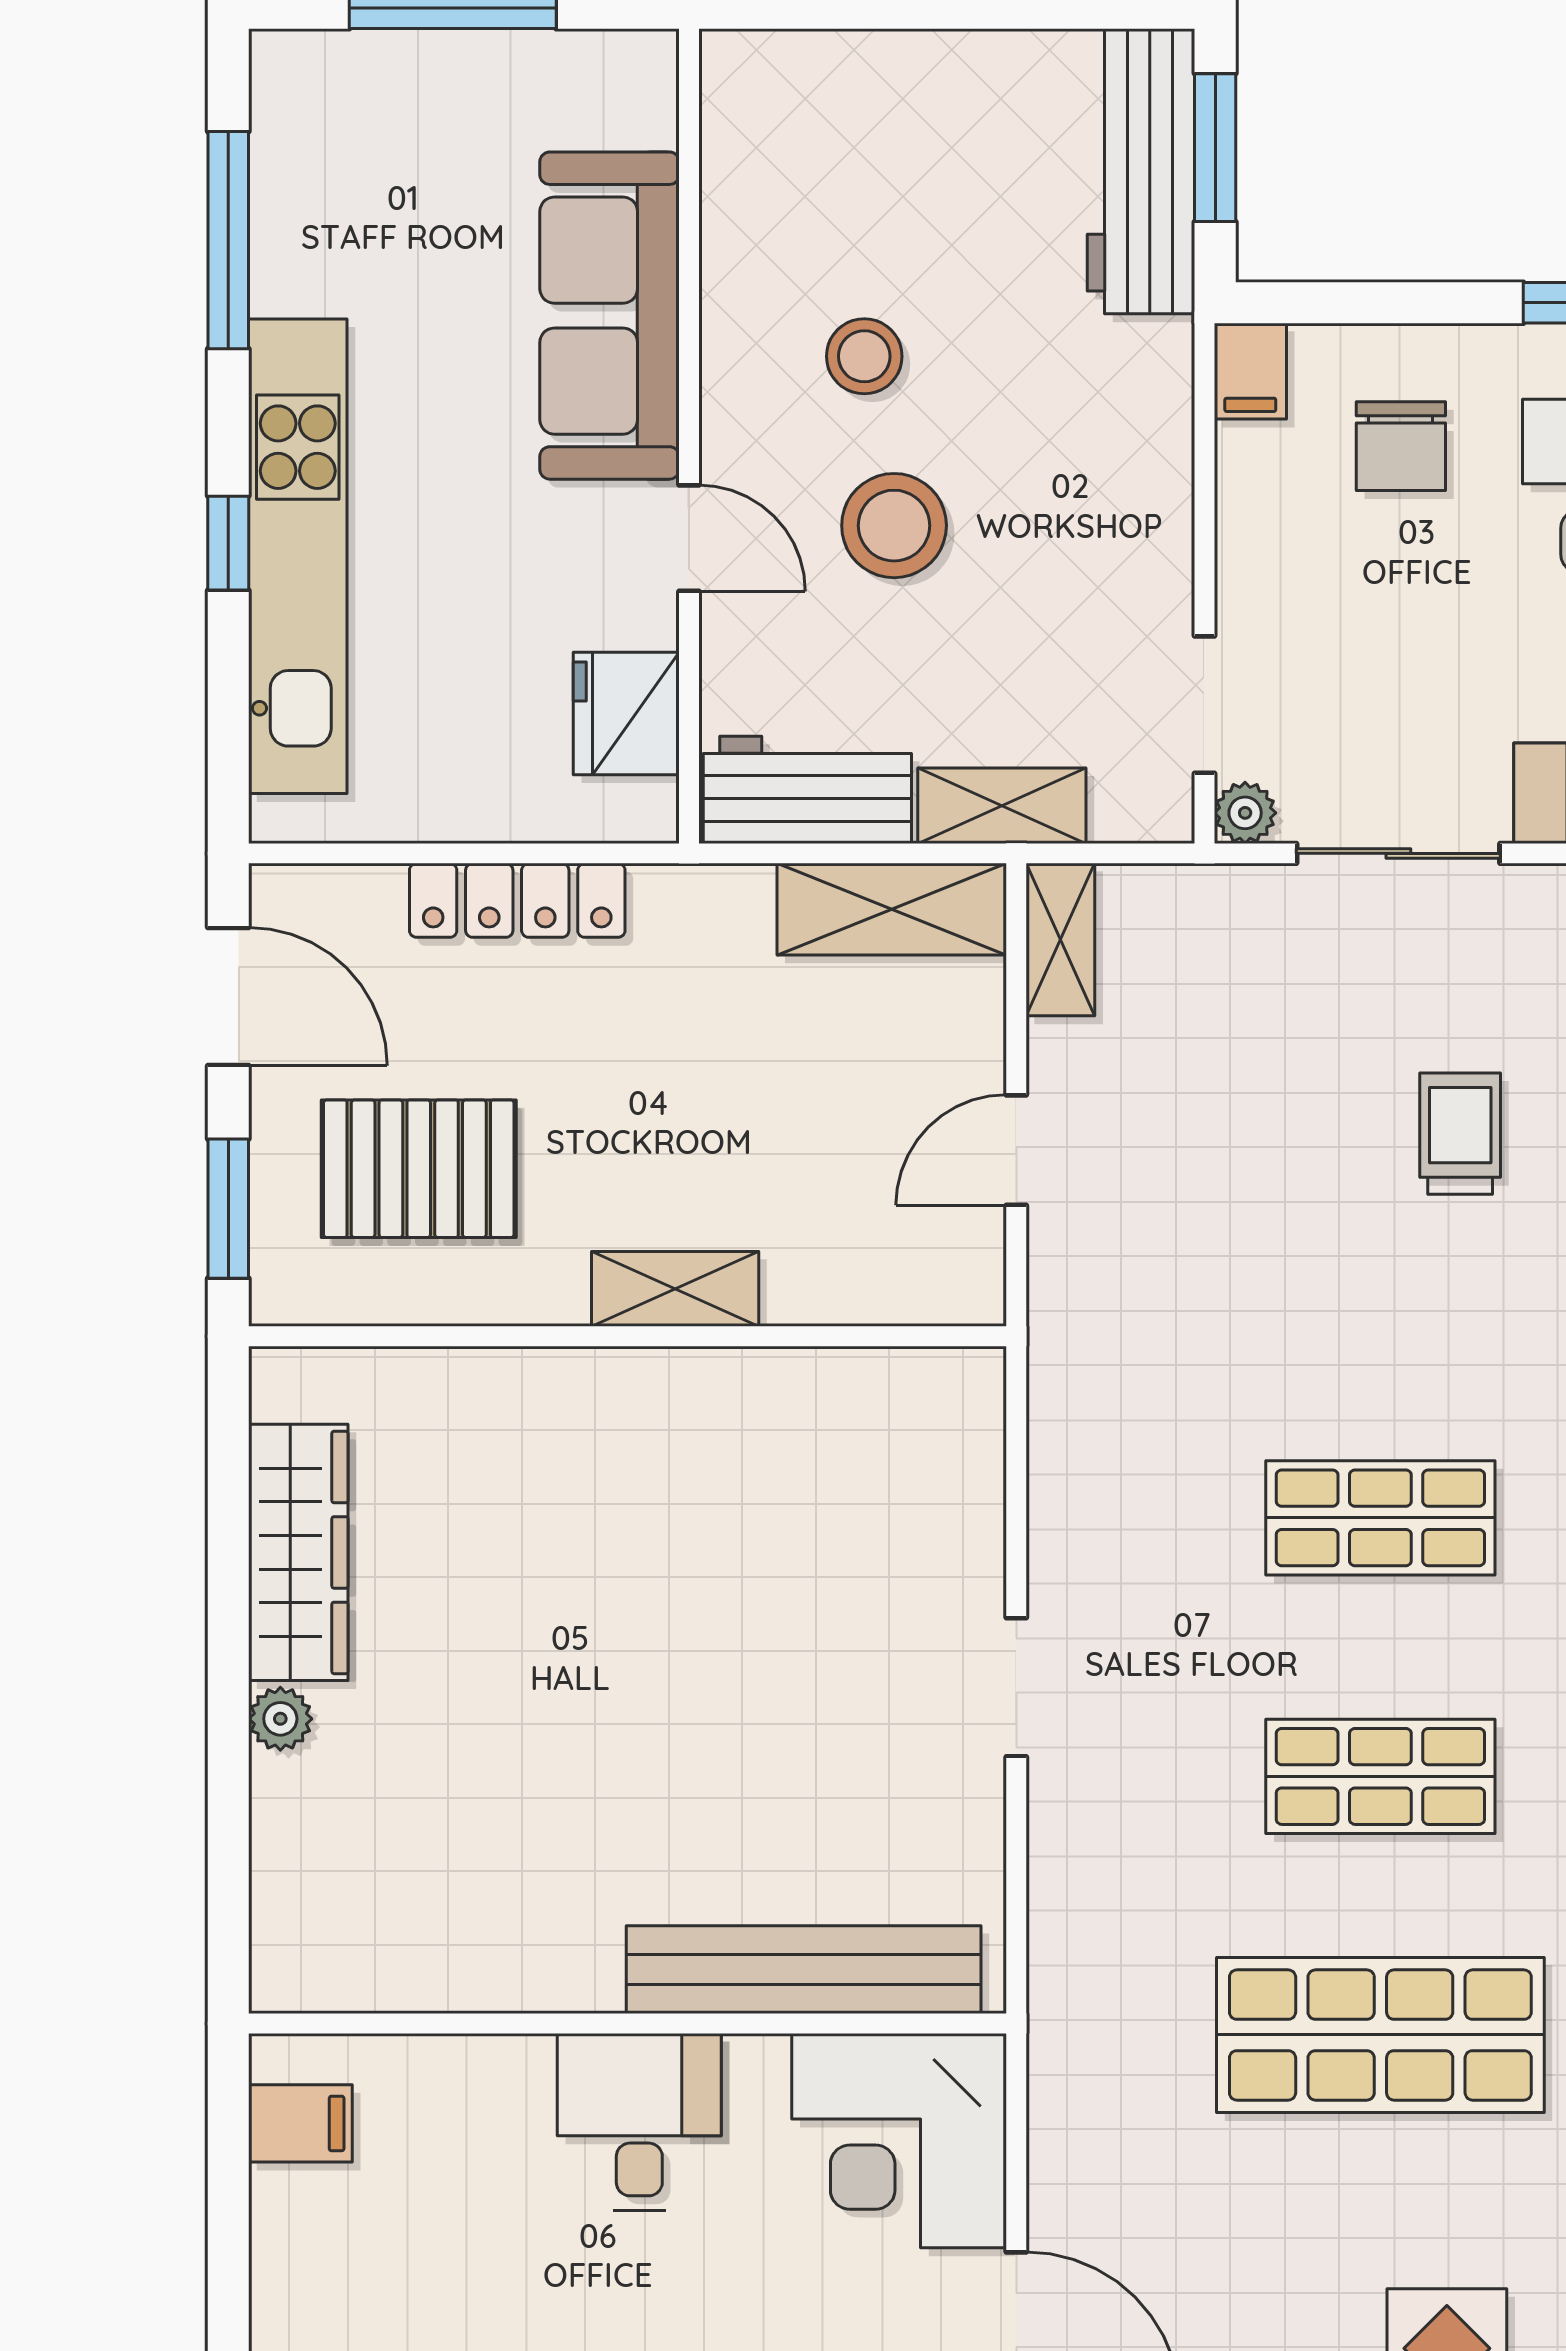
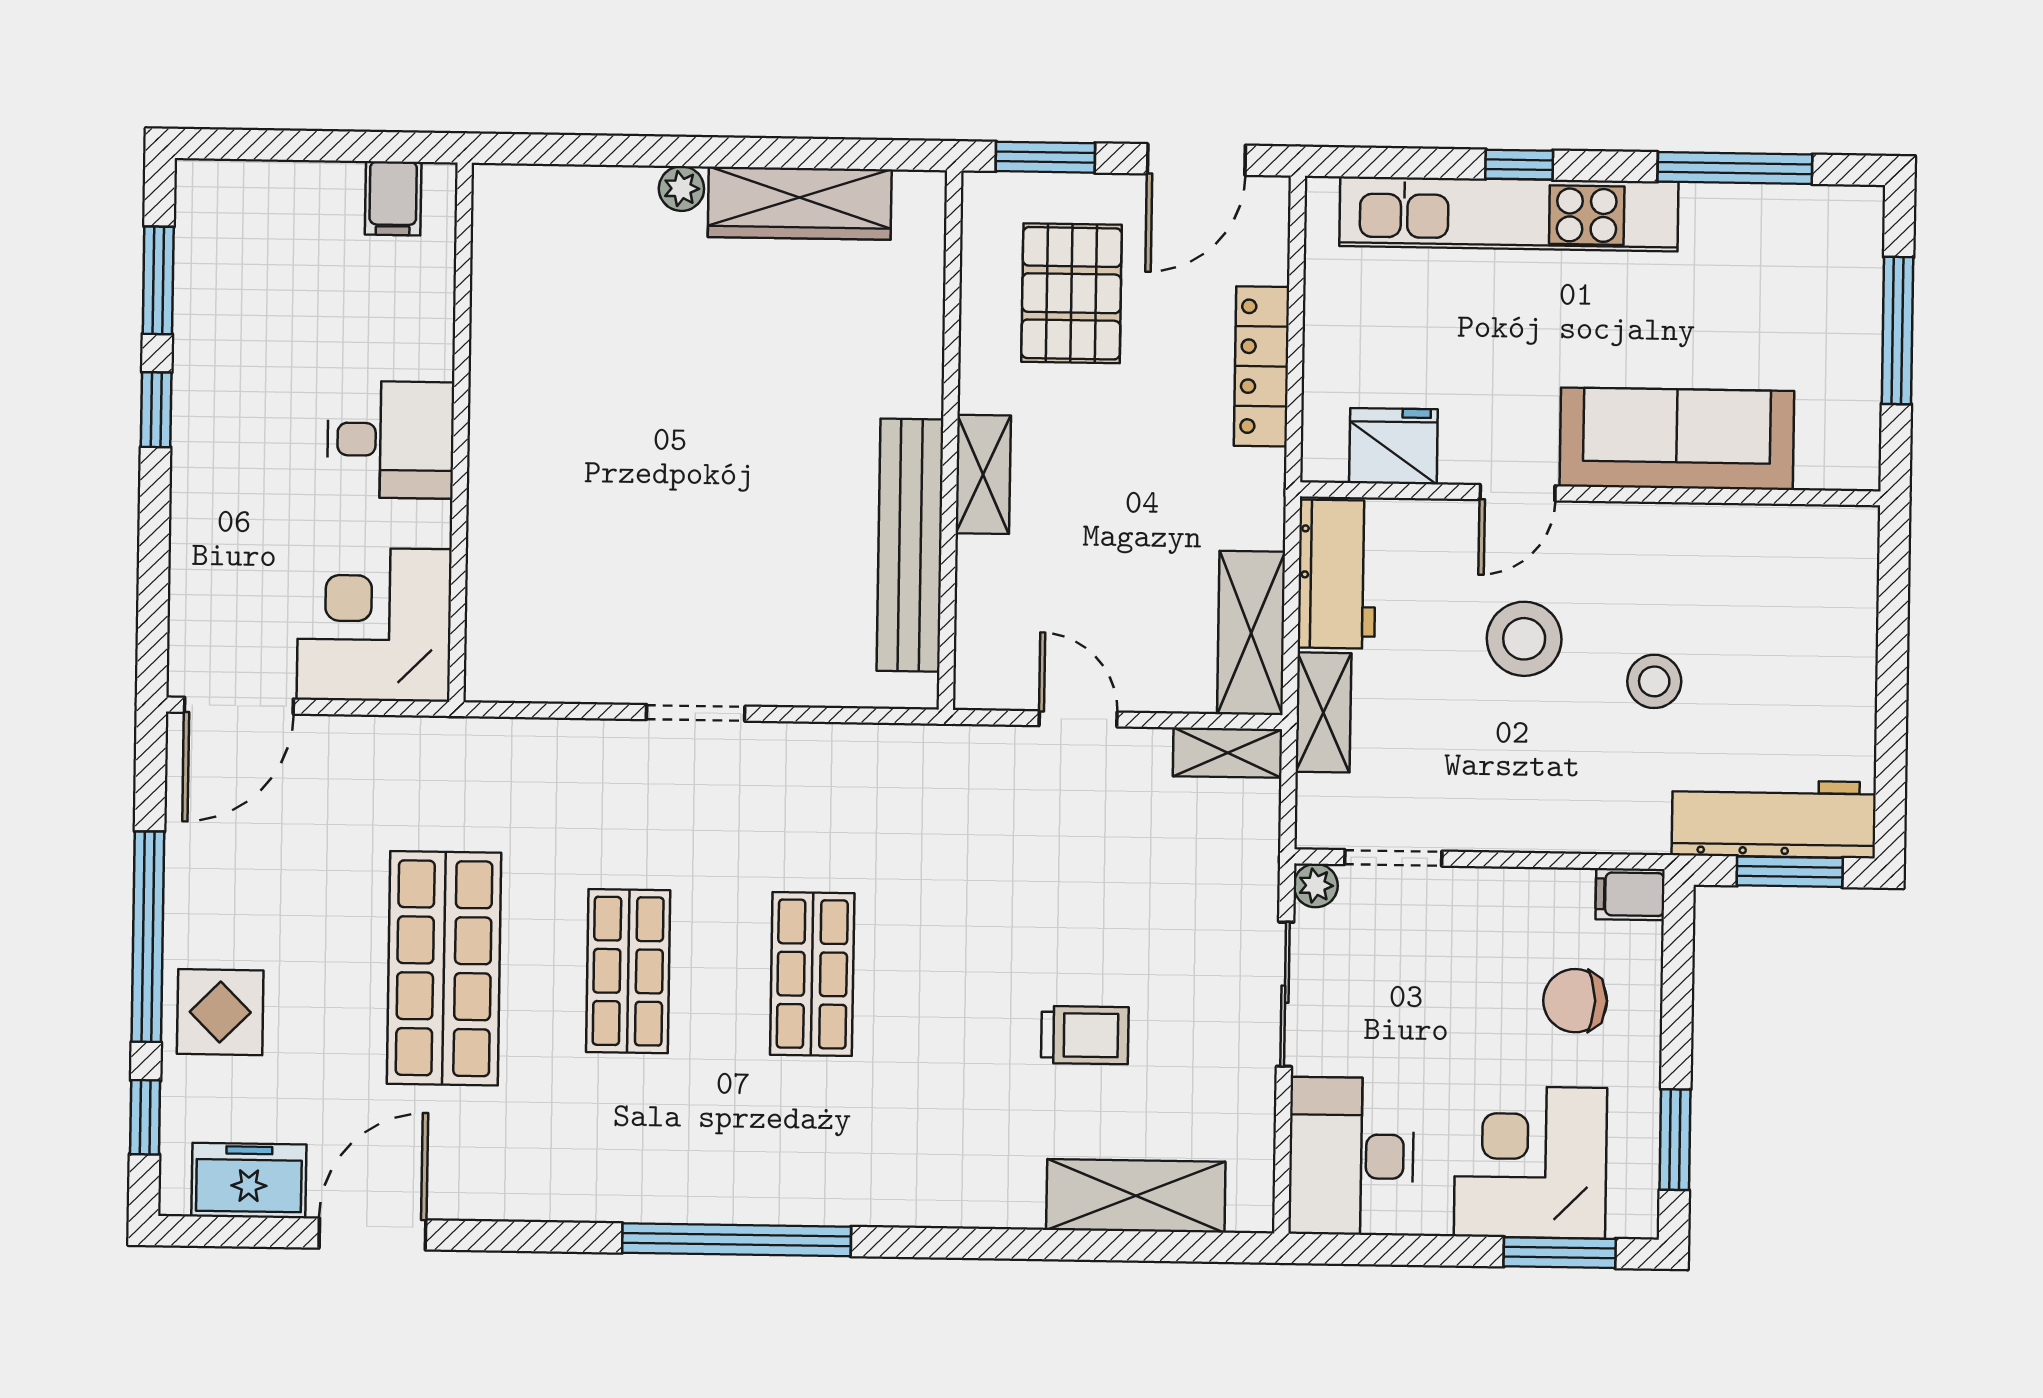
stool: (864, 356) -> (1654, 681), moved
bench: (804, 1970) -> (910, 545), moved

